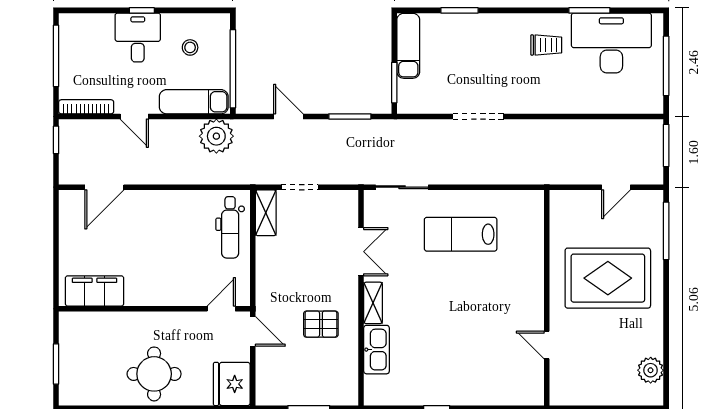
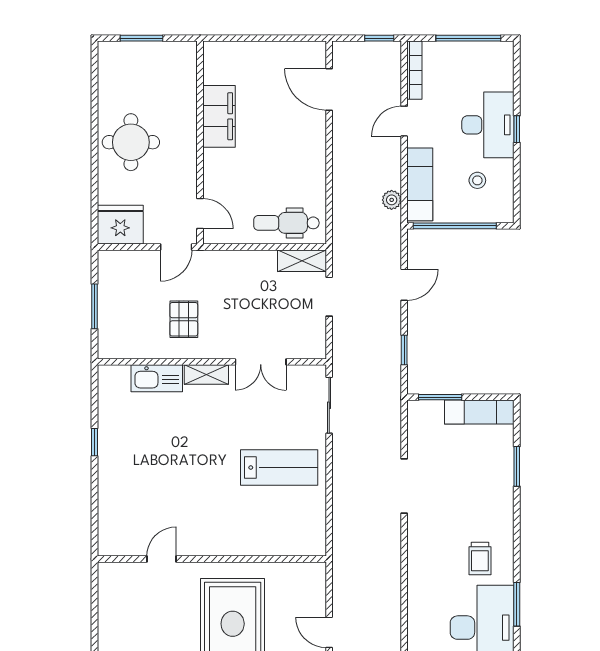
desk: (138, 37) -> (488, 125), width x1.37
window: (350, 116) -> (404, 350), width x0.67
plant: (216, 136) -> (392, 200), width x0.53, depth x0.53
lab bench: (461, 234) -> (279, 468), turned 90
filing cabinet: (94, 291) -> (219, 116), moved

